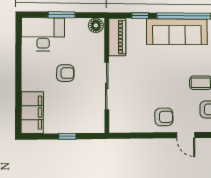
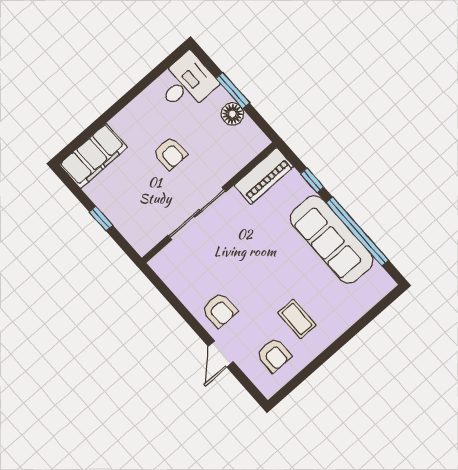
floor lamp: (96, 25) -> (232, 114), moved
desk: (43, 34) -> (186, 83), width x0.73

